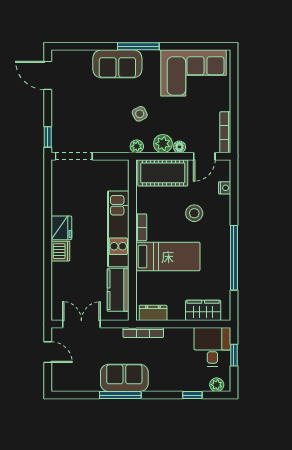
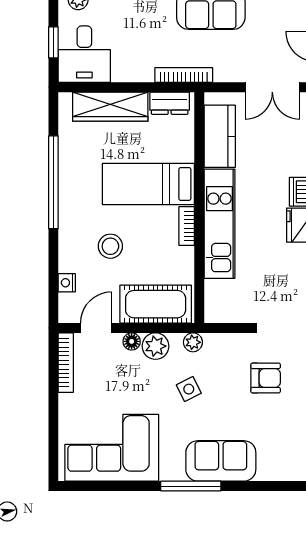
armchair: (86, 122) -> (266, 378), added
wardrobe: (203, 310) -> (110, 107), width x1.50

